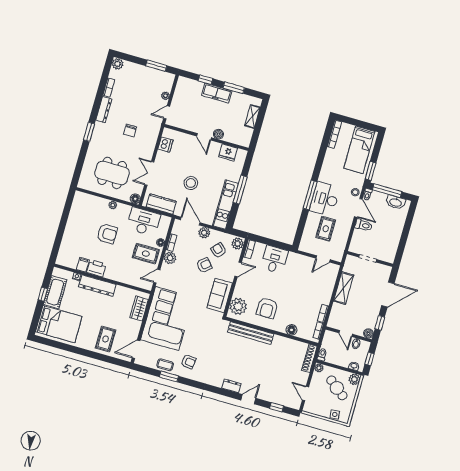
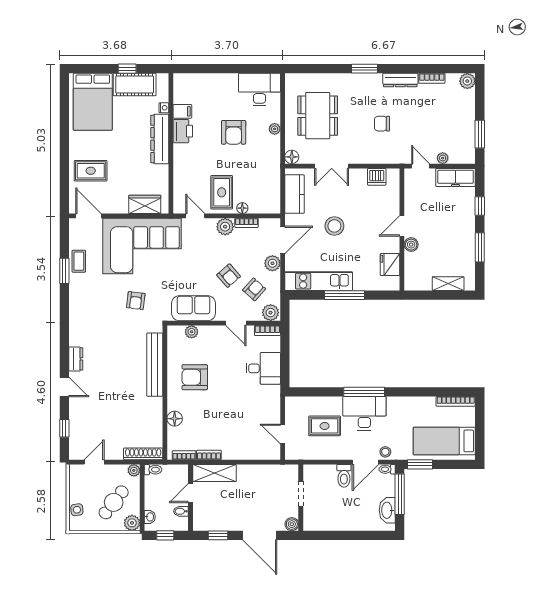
freezer: (217, 93) -> (456, 177), moved, turned -90
double door: (149, 173) -> (332, 166), swing flipped
desk: (144, 222) -> (260, 90), moved, turned -90
shelving: (344, 288) -> (214, 473), moved
plant: (238, 306) -> (192, 332), width x0.53, depth x0.53
boiler: (368, 333) -> (292, 524), moved
armchair: (188, 362) -> (136, 301), moved

